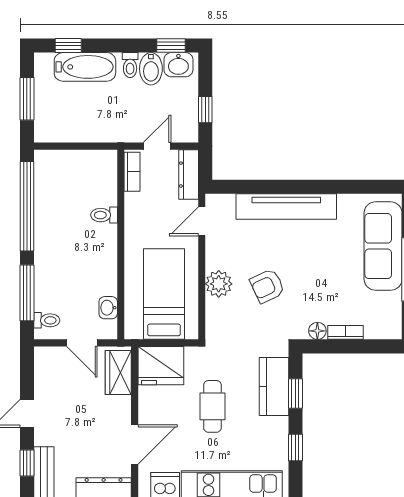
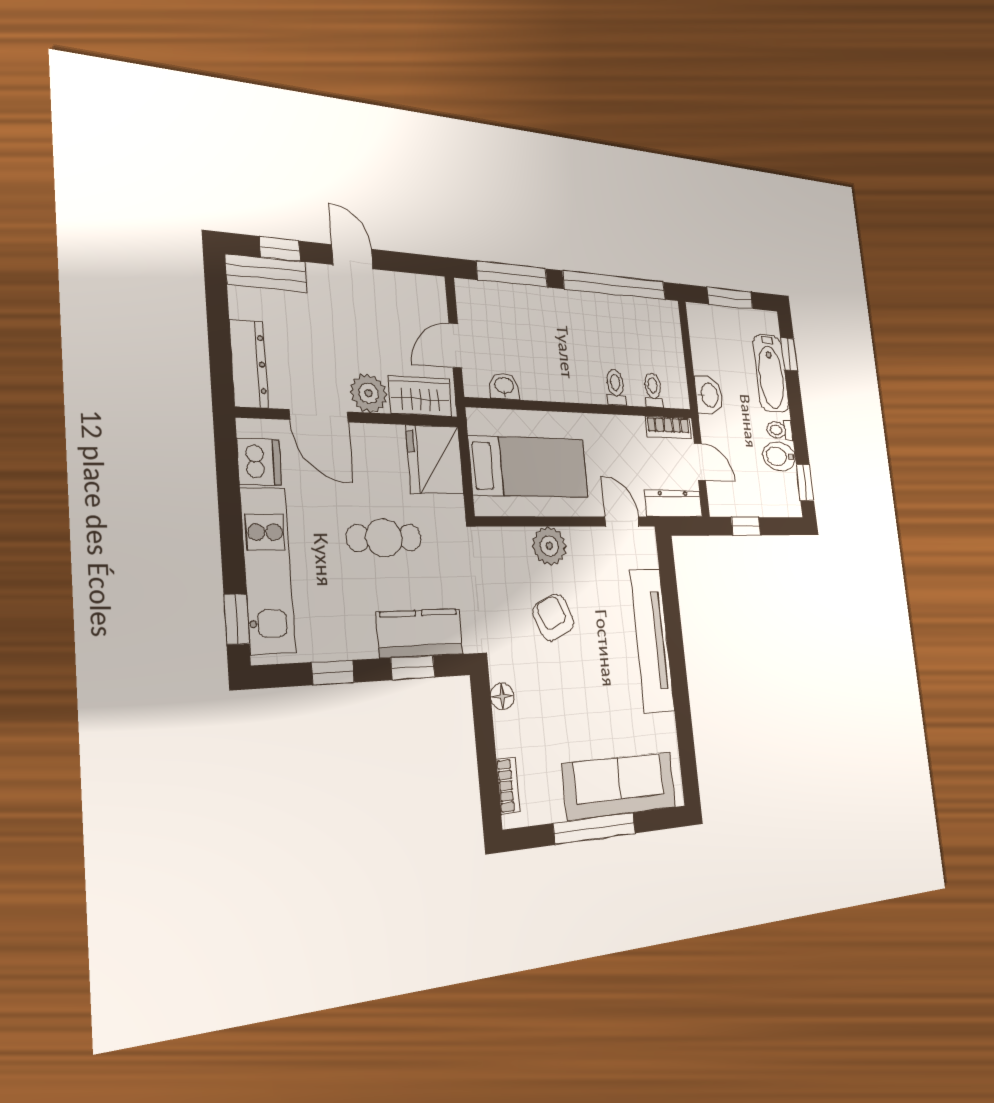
washbasin: (178, 65) -> (709, 395), moved, turned 180
toilet: (47, 320) -> (653, 390), moved, turned 180
bookcase: (346, 332) -> (508, 786), moved
plant: (118, 409) -> (369, 393), added

